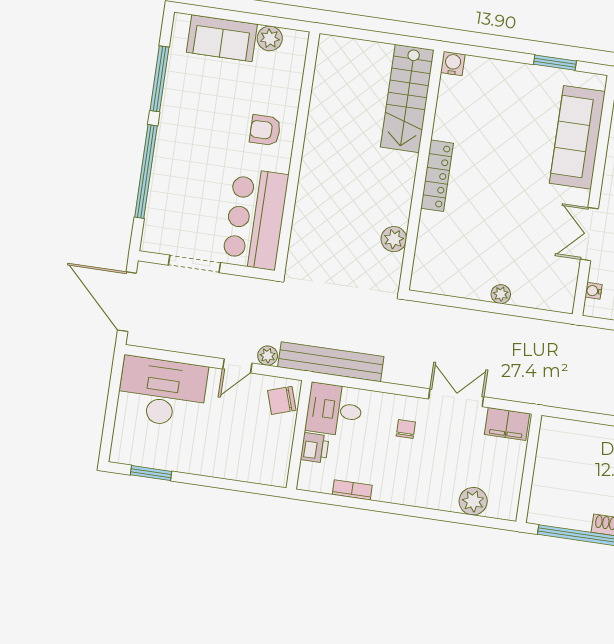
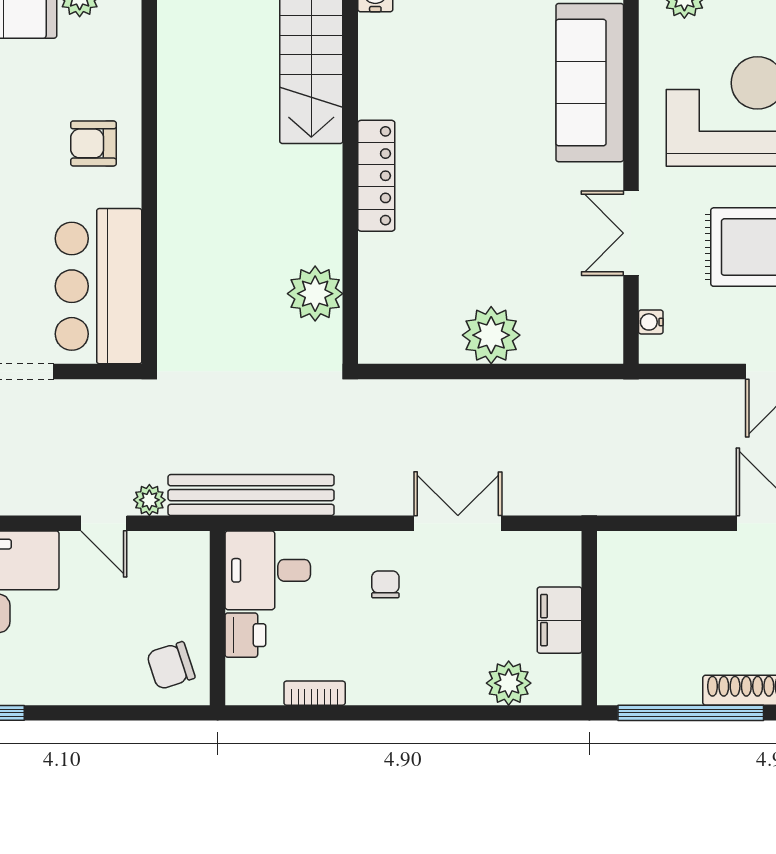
plant: (394, 239) -> (315, 294), width x1.36, depth x1.36
plant: (501, 294) -> (491, 335), width x1.88, depth x1.88
door: (237, 366) -> (104, 523), hinge flipped
chair: (282, 400) -> (171, 666), moved
filing cabinet: (507, 424) -> (560, 620), moved, turned 90

